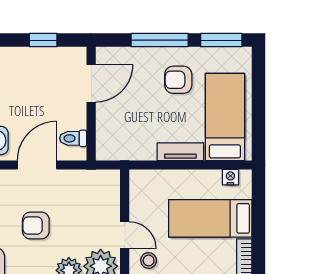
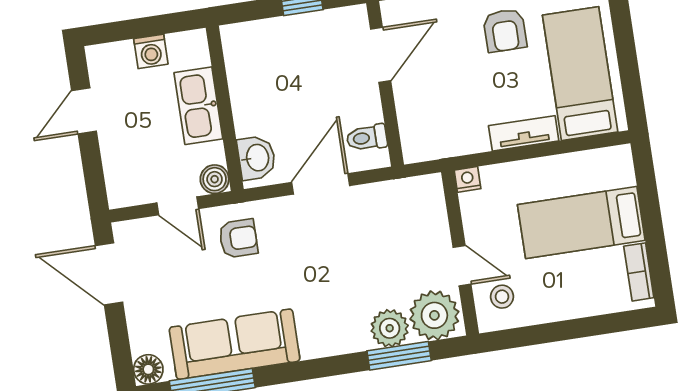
armchair: (178, 80) -> (505, 30), turned -90
nightstand: (230, 177) -> (467, 179), moved
armchair: (36, 226) -> (332, 271), removed

